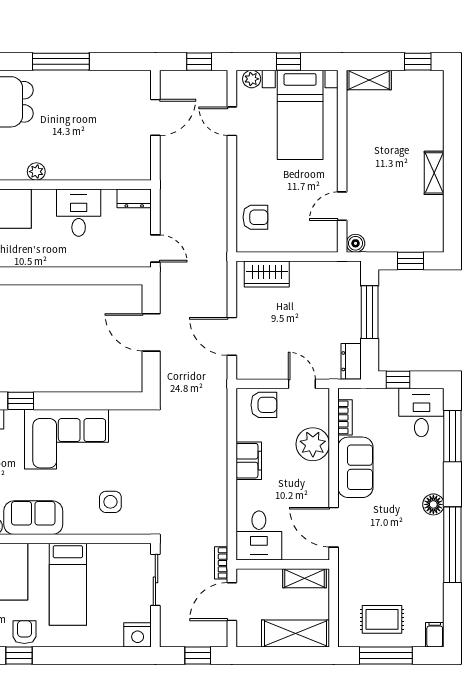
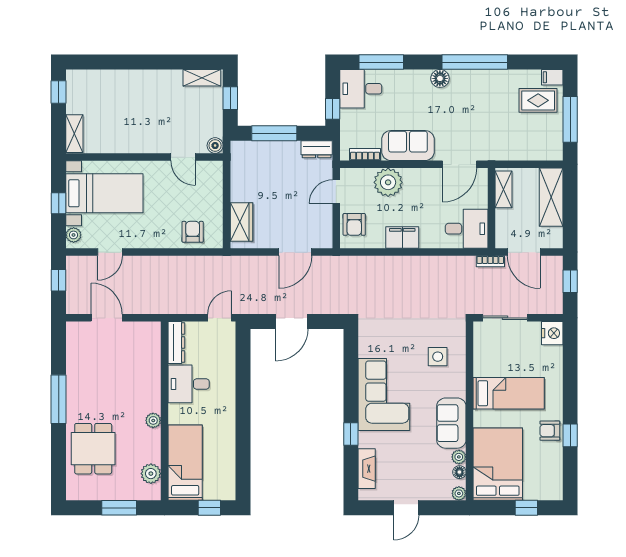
shelving: (434, 173) -> (202, 78), moved
dresser: (134, 198) -> (176, 342), width x1.44
armchair: (264, 405) -> (354, 224), turned 180
rug: (382, 619) -> (538, 100), moved, turned 90

